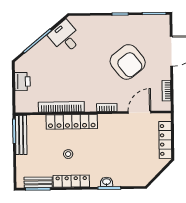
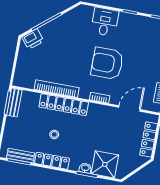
desk: (65, 37) -> (105, 22), moved, turned 40
armchair: (128, 62) -> (107, 63), moved, turned 128
printer: (22, 82) -> (33, 39), moved, turned 50
bench: (21, 135) -> (14, 103), width x0.73
shower: (126, 174) -> (105, 164), added

